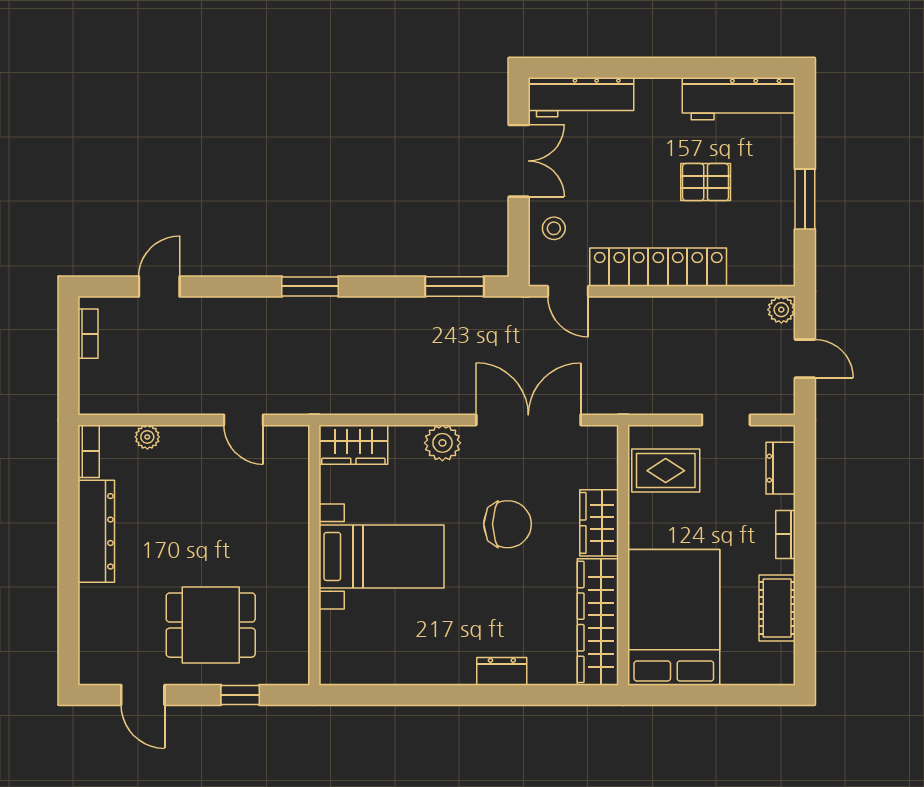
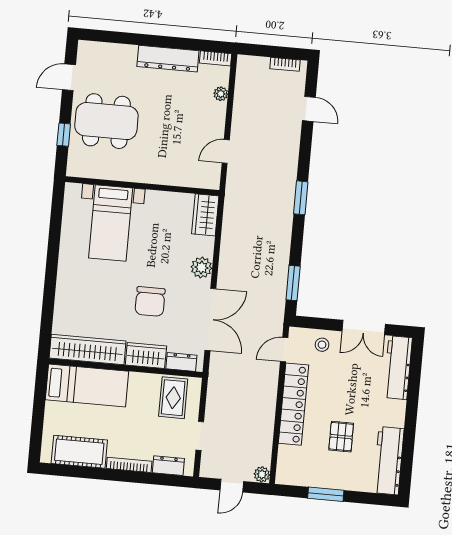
bookcase: (786, 534) -> (129, 465), width x1.56
bed with nightstands: (382, 556) -> (111, 223), moved
cot: (777, 608) -> (79, 452), width x1.37, depth x1.34
bed: (674, 617) -> (87, 386), width x0.67
dining table: (211, 625) -> (106, 121), width x1.37
dresser: (502, 671) -> (181, 362), moved, turned -90

